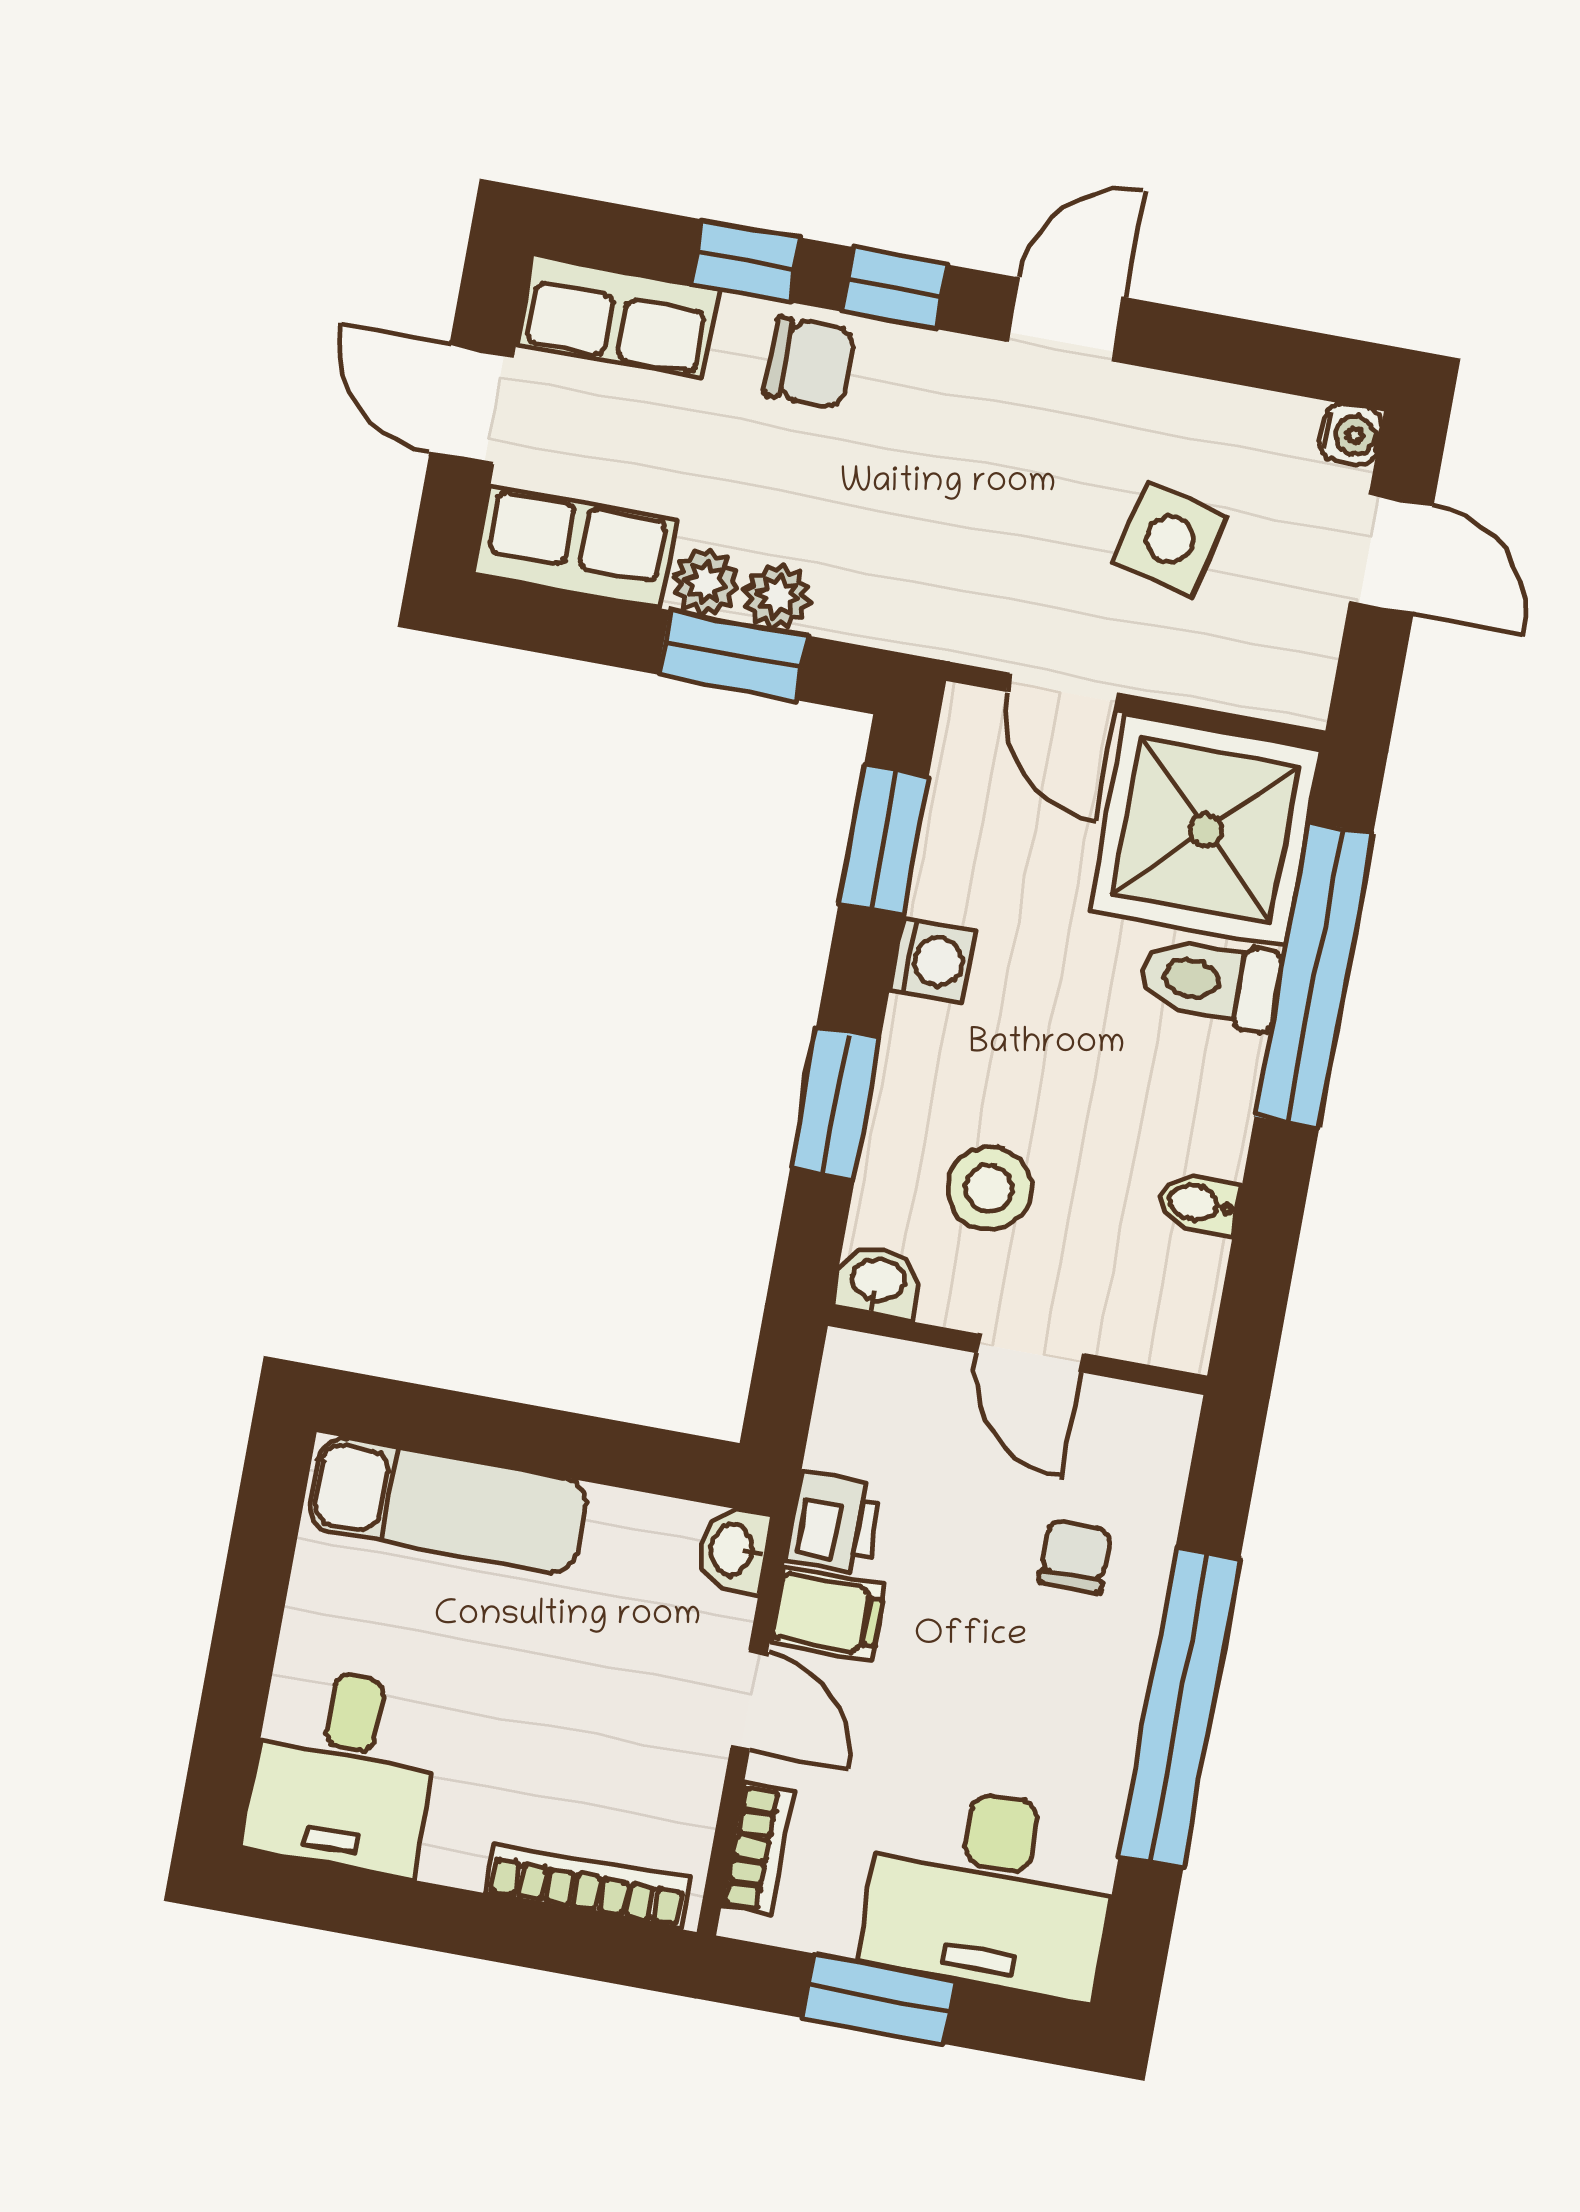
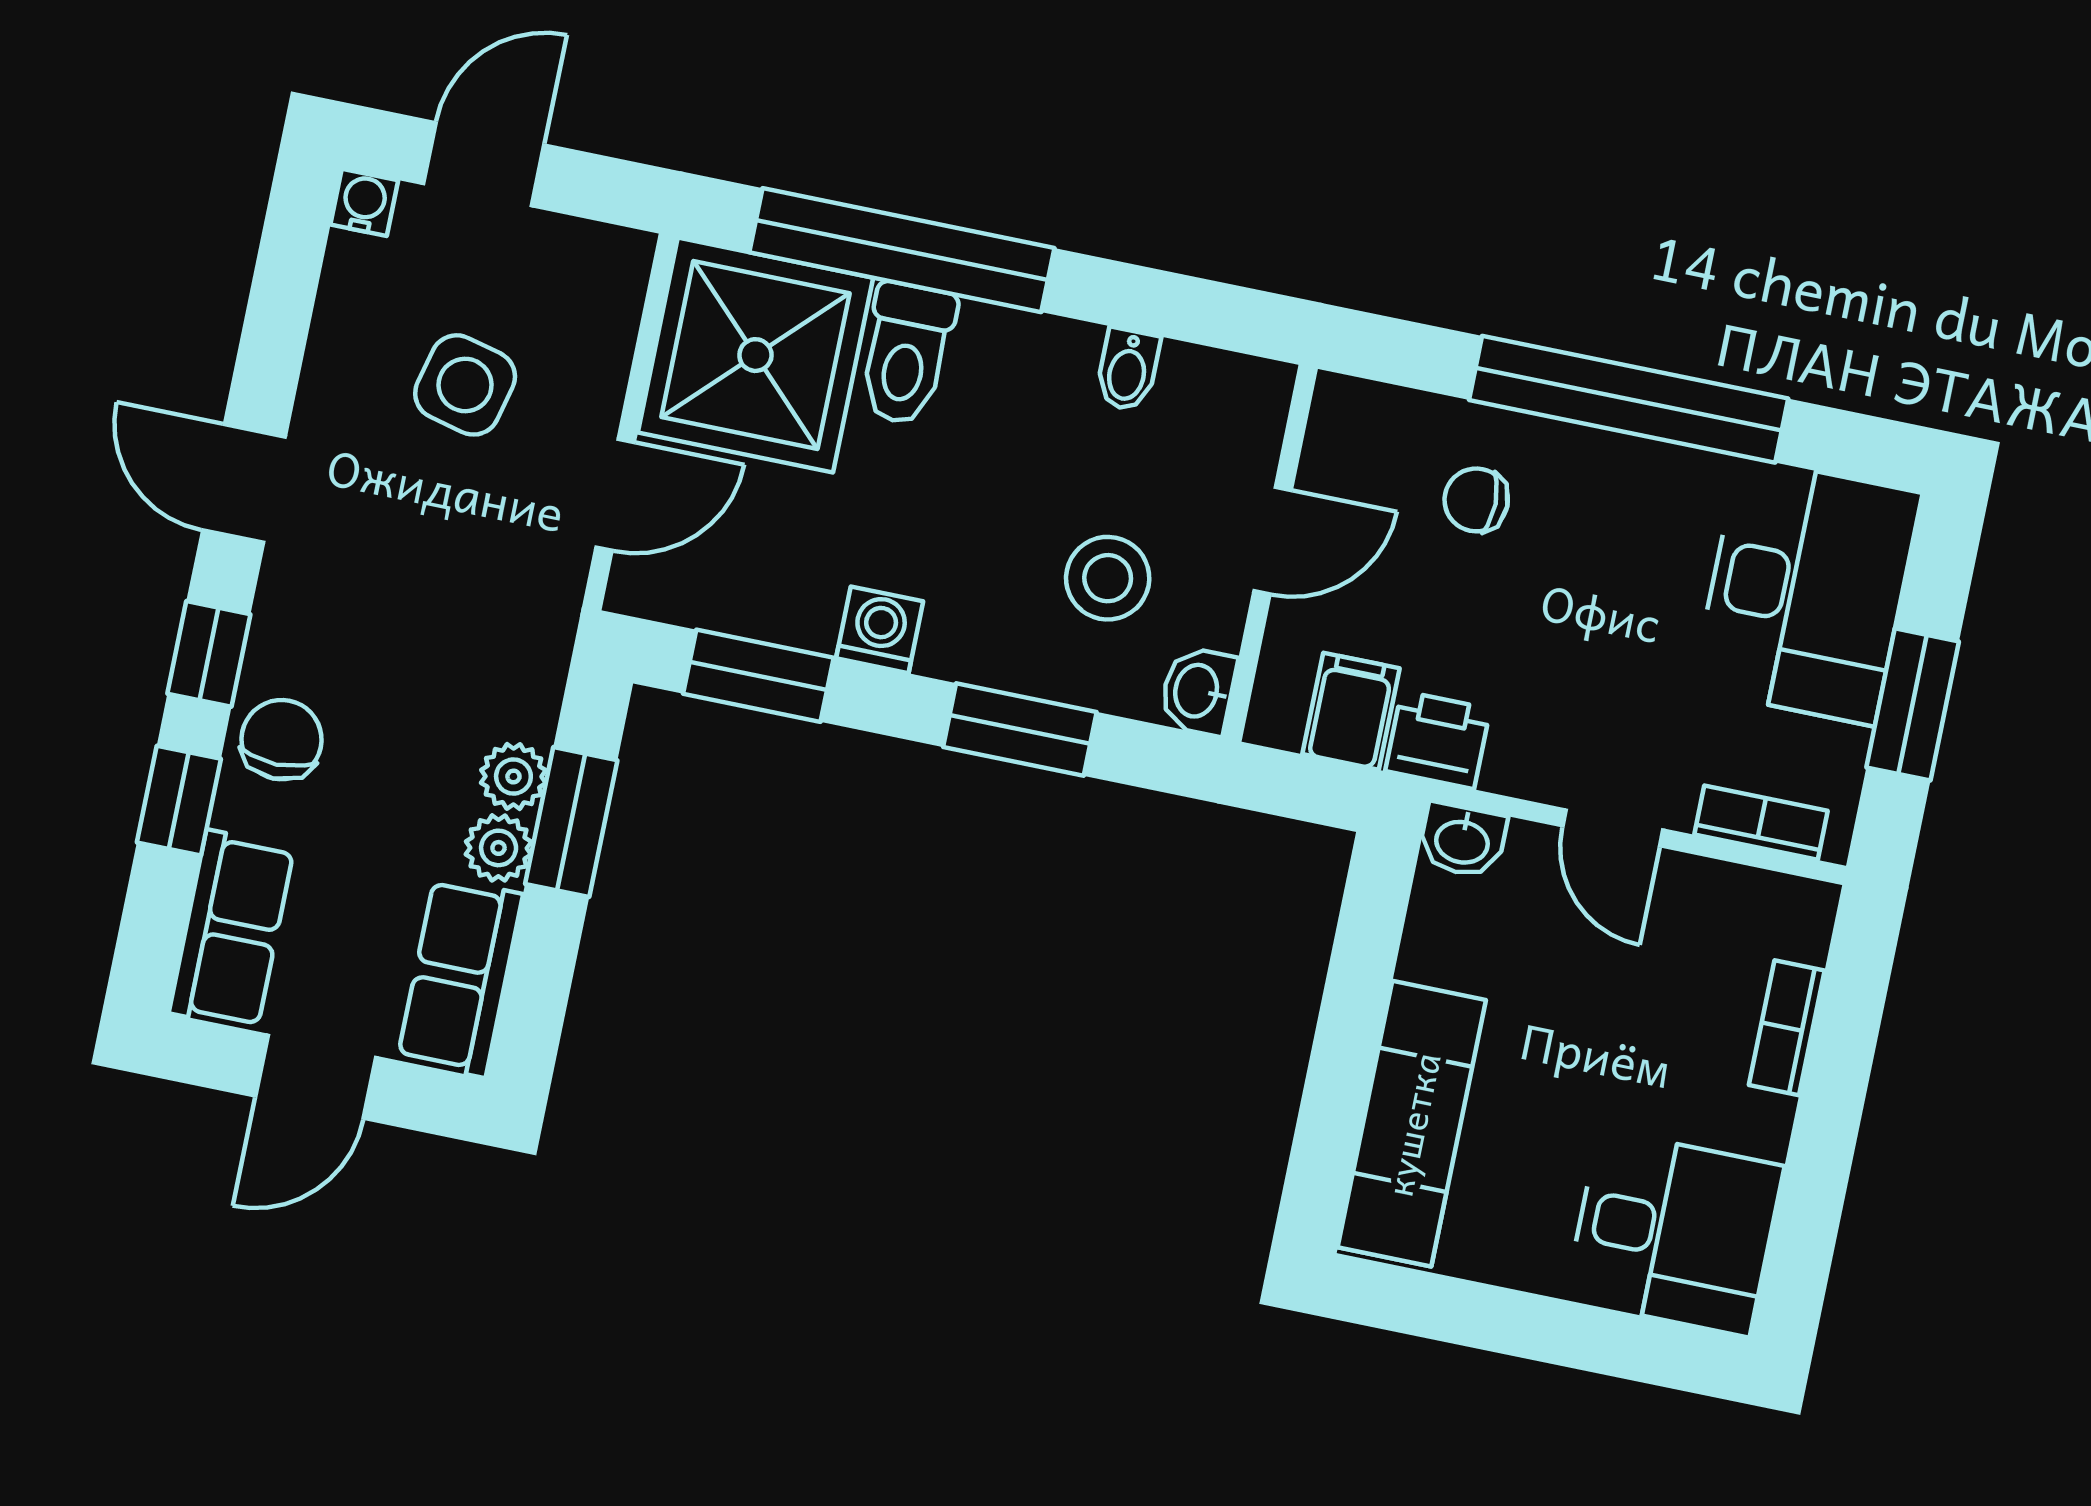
filing cabinet: (828, 1614) -> (1351, 711), moved
door: (749, 1701) -> (1613, 828), swing flipped
bookcase: (588, 1886) -> (1787, 1028), width x0.64

